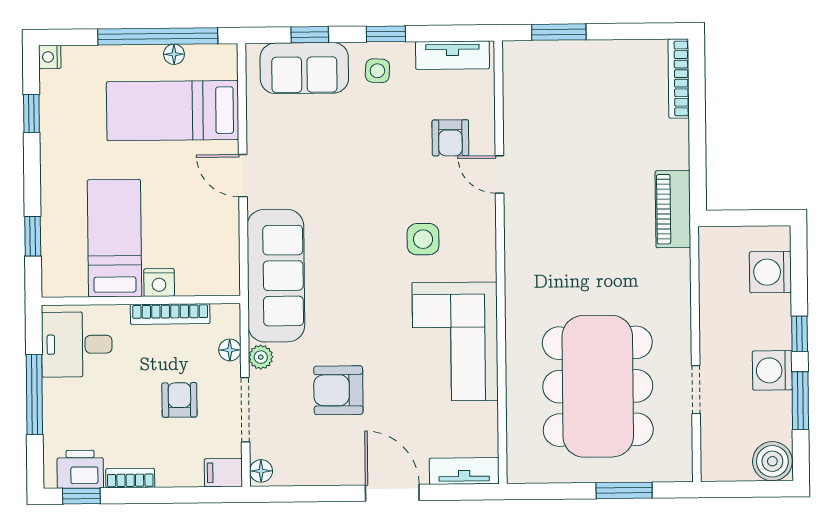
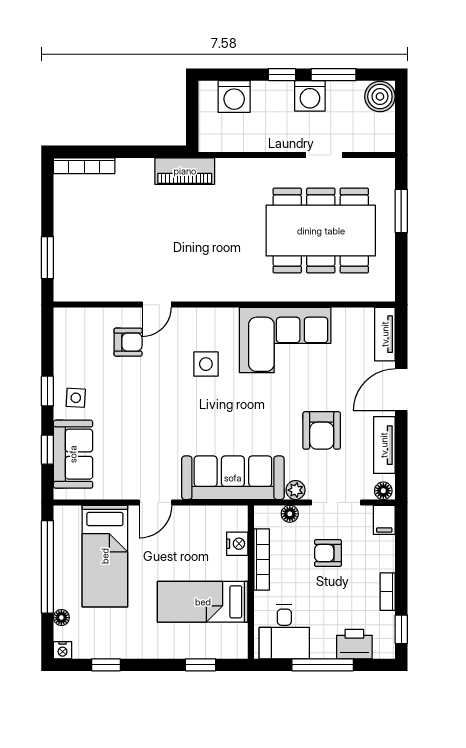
floor lamp: (174, 54) -> (61, 618), moved
tv unit: (452, 55) -> (384, 445), moved, turned 180
nightstand: (159, 283) -> (237, 544), moved
printer: (80, 469) -> (354, 644), moved, turned 90

